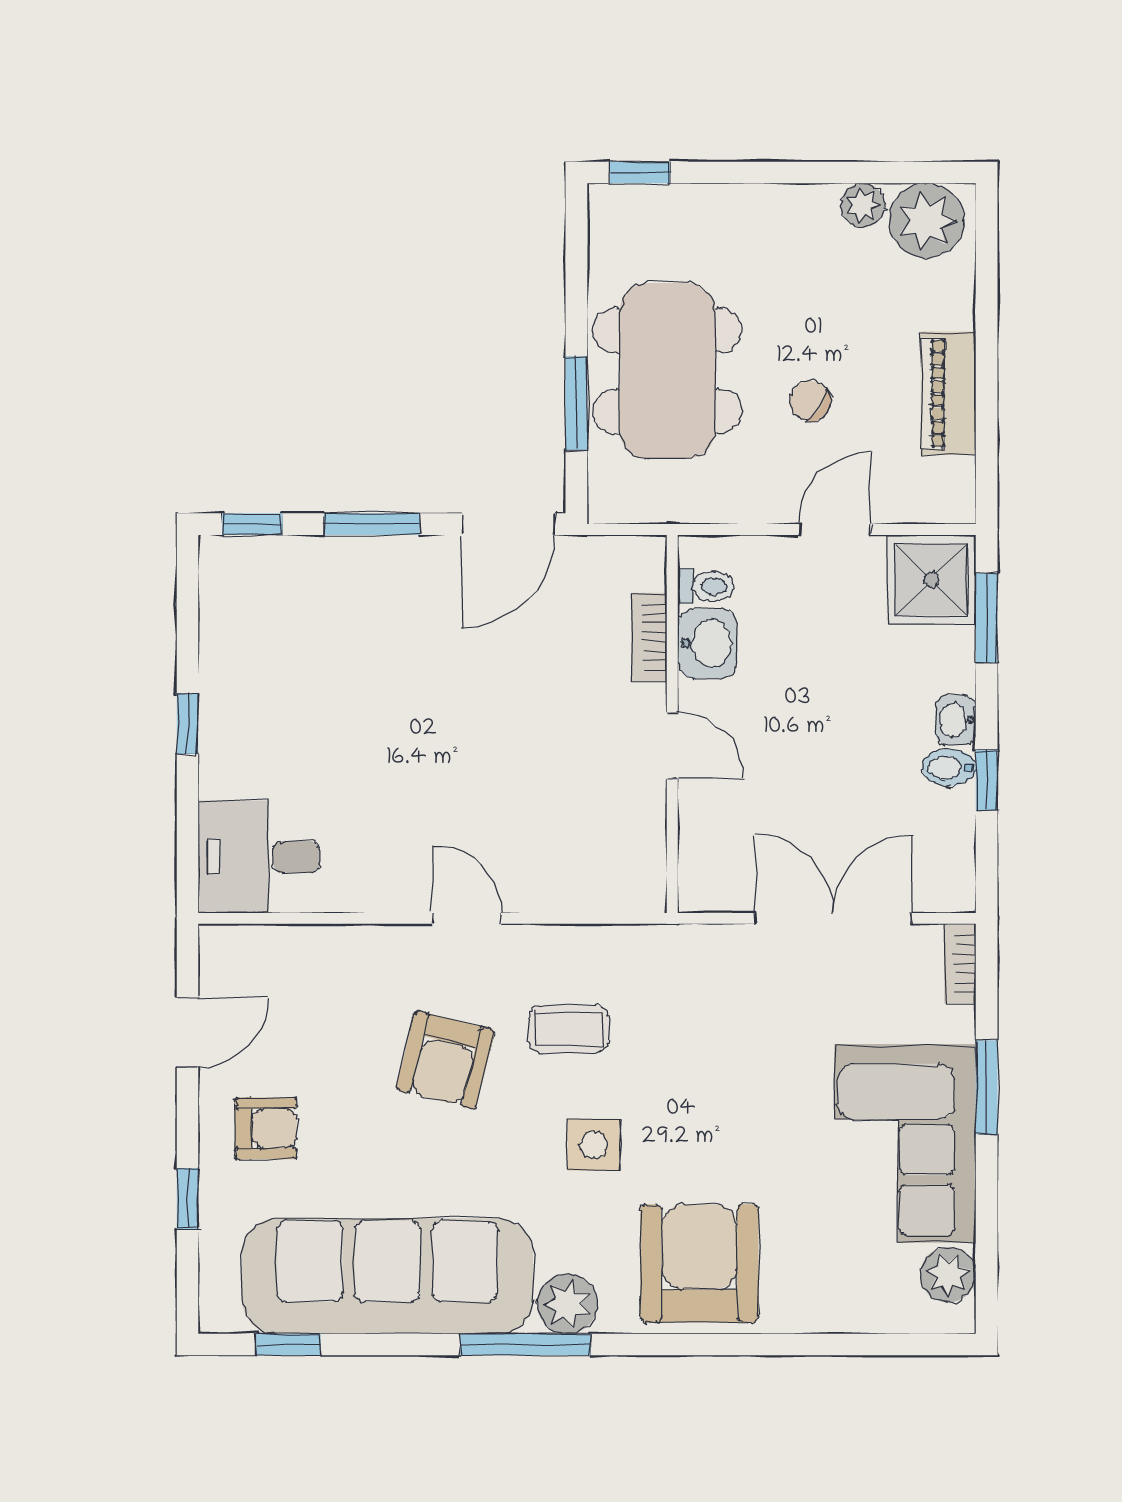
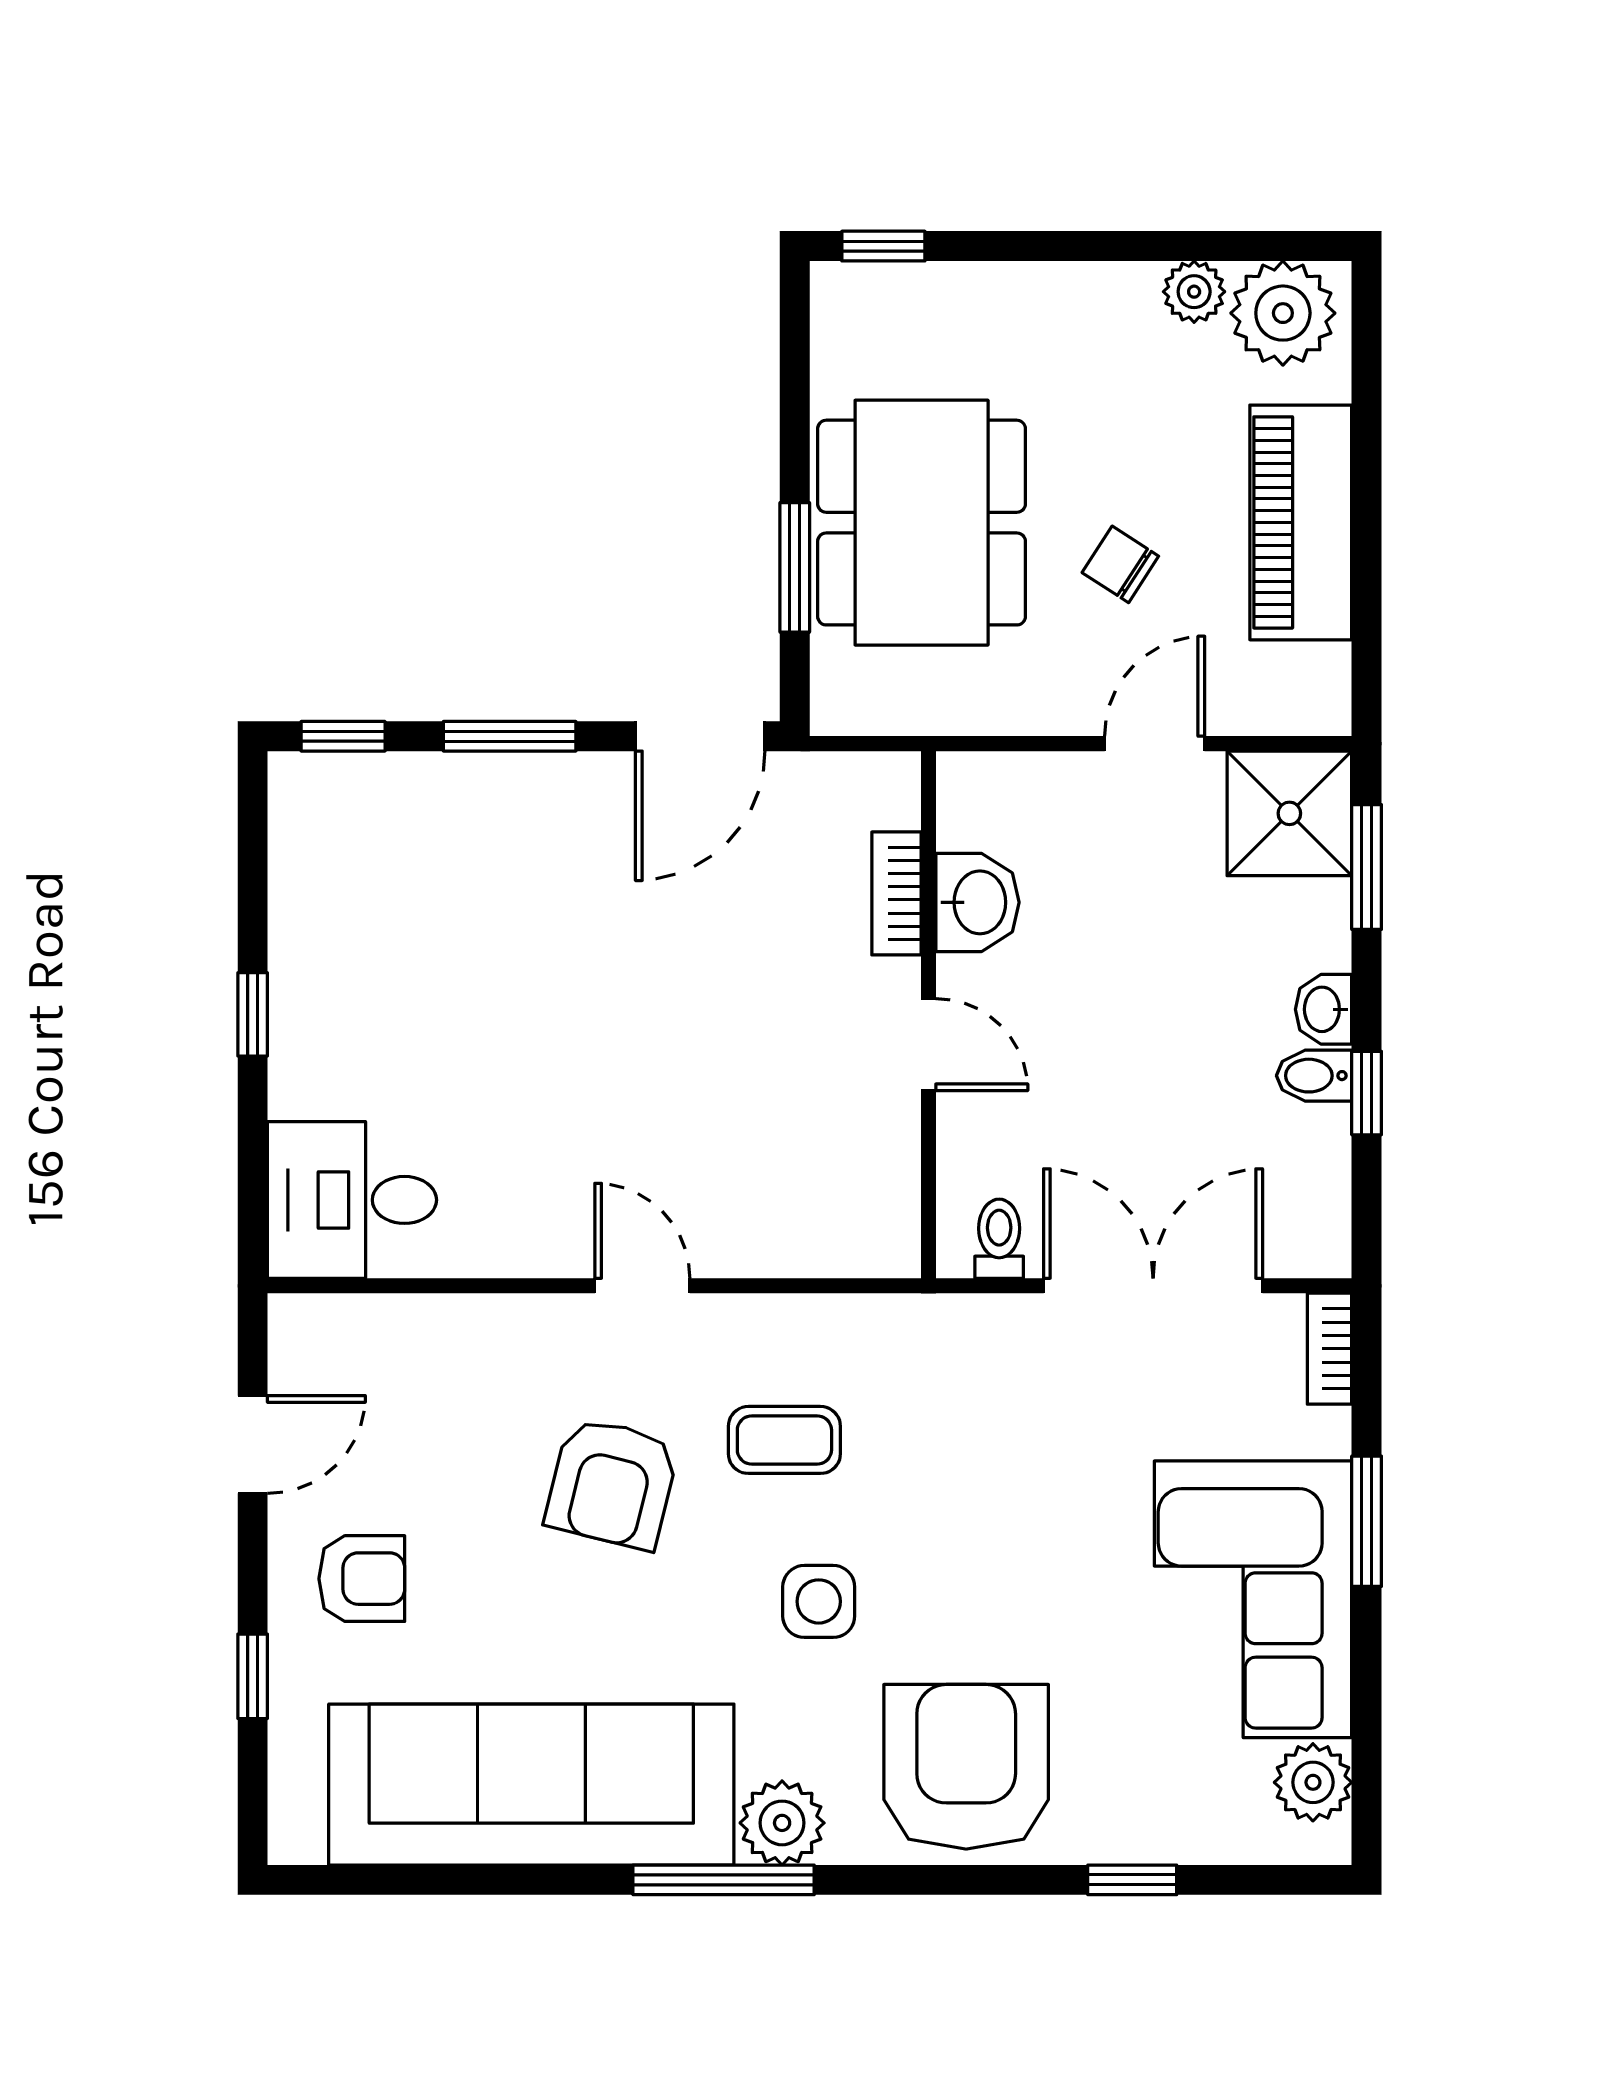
piano: (948, 393) -> (1301, 522), width x1.37, depth x1.33
toilet: (706, 586) -> (999, 1239), moved, turned -90
window: (288, 1345) -> (1132, 1880), moved

